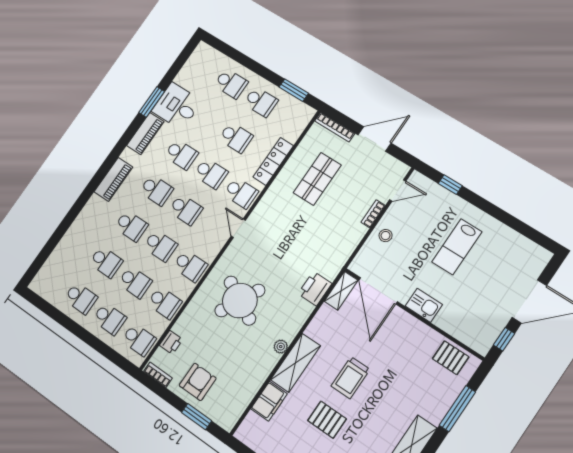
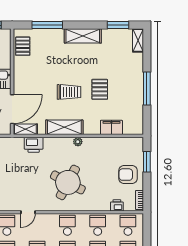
shelving: (295, 363) -> (64, 127), moved

